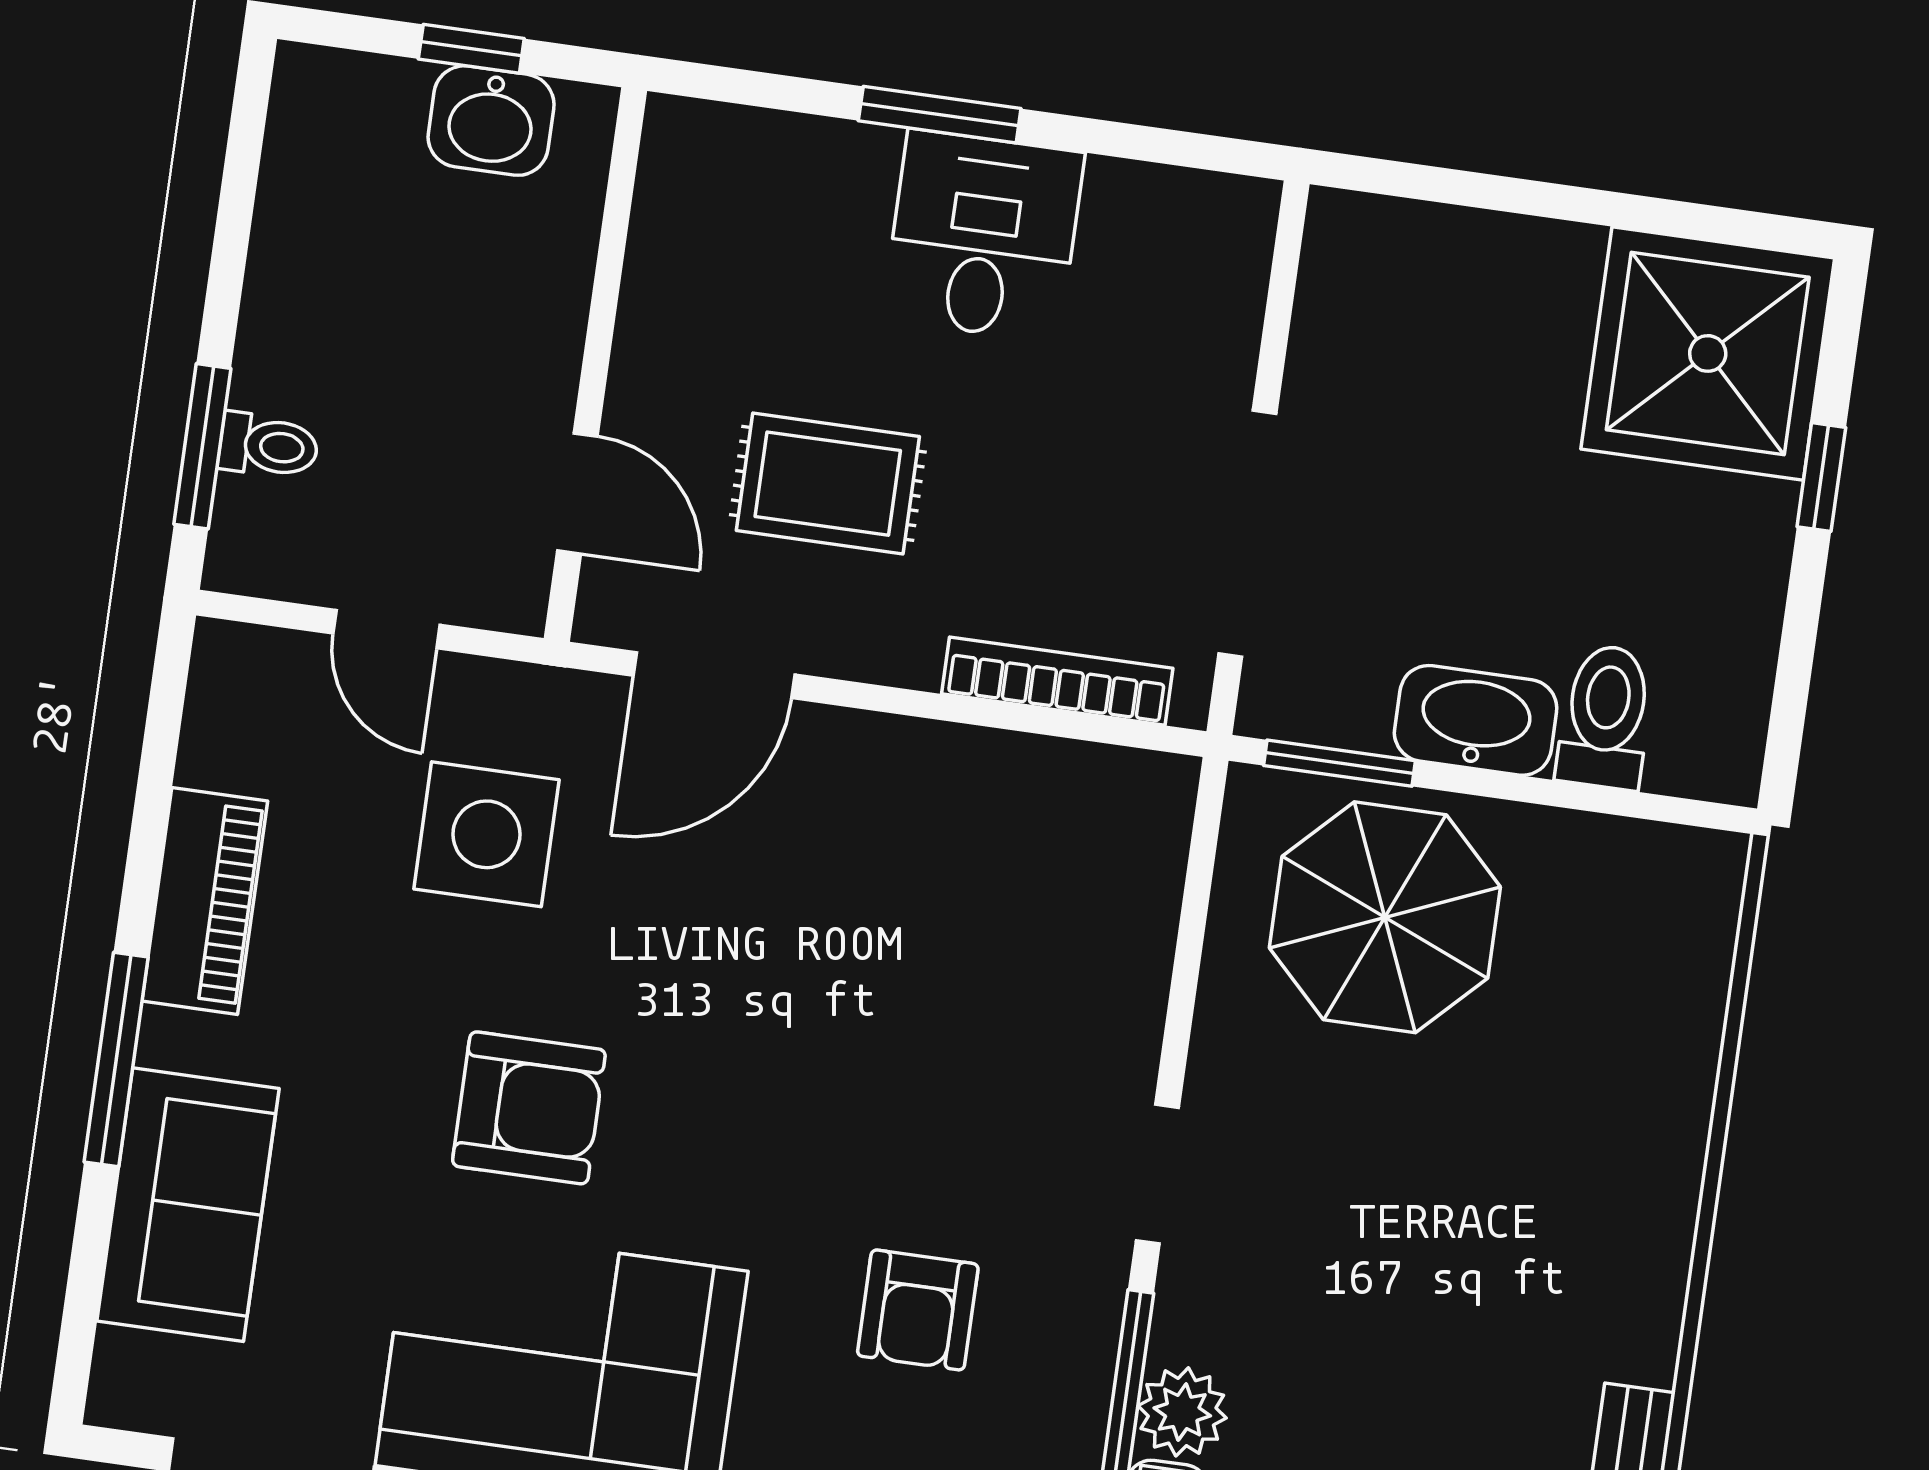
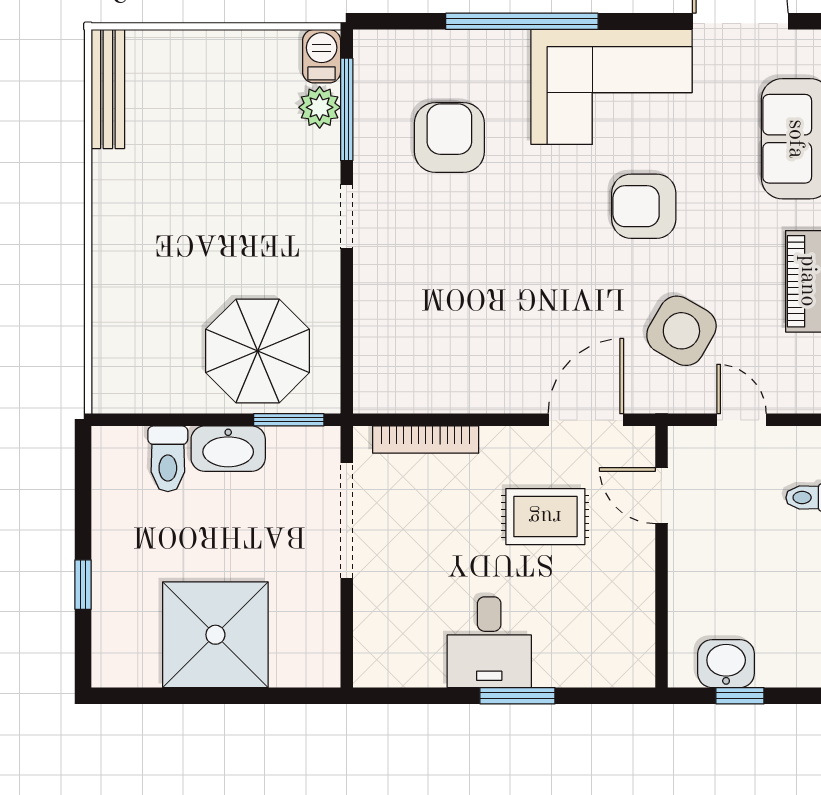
shower: (1708, 353) -> (215, 635), moved
side table: (486, 834) -> (681, 331), turned 30
armchair: (918, 1310) -> (449, 137), width x1.38, depth x1.38

